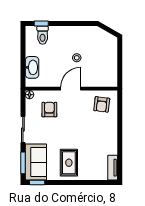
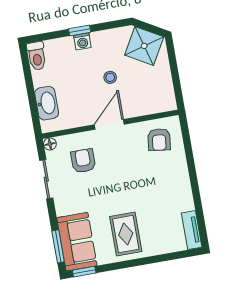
window: (41, 23) -> (80, 31), moved
washing machine: (63, 31) -> (82, 41), added
toilet: (43, 35) -> (37, 56), moved
shower: (103, 41) -> (144, 46), added
sliding door: (23, 129) -> (46, 179), moved

